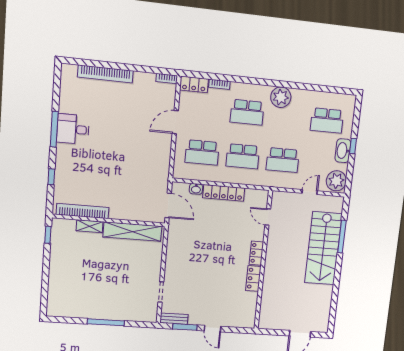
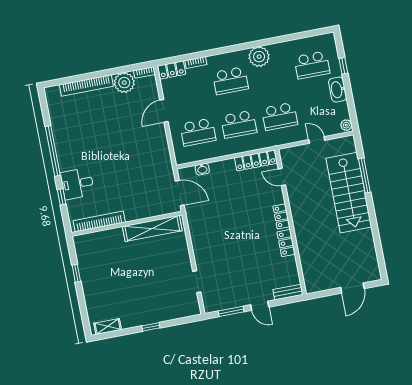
plant: (144, 83) -> (124, 83), added
window: (54, 129) -> (53, 151), width x1.46
desk: (73, 129) -> (77, 184), moved
window: (353, 146) -> (343, 66), moved
plant: (336, 181) -> (346, 125), width x0.53, depth x0.53
door: (310, 192) -> (317, 140), hinge flipped
locker: (224, 193) -> (256, 160), moved
shelving: (90, 226) -> (108, 326), moved
window: (48, 235) -> (76, 273), moved
bench: (174, 319) -> (288, 292), moved
window: (106, 322) -> (151, 327), width x0.46

